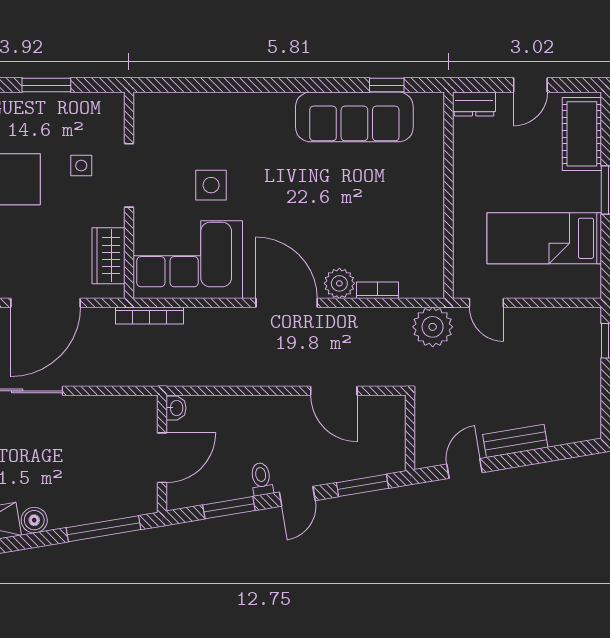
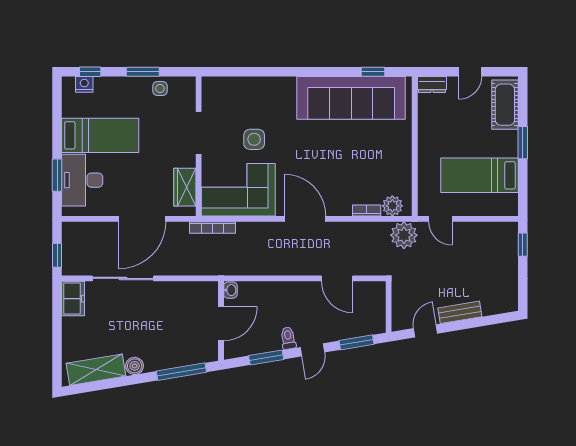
sofa: (354, 117) -> (351, 98), width x1.36, depth x1.27
side table: (81, 165) -> (160, 88), moved
plant: (339, 283) -> (392, 206), moved

